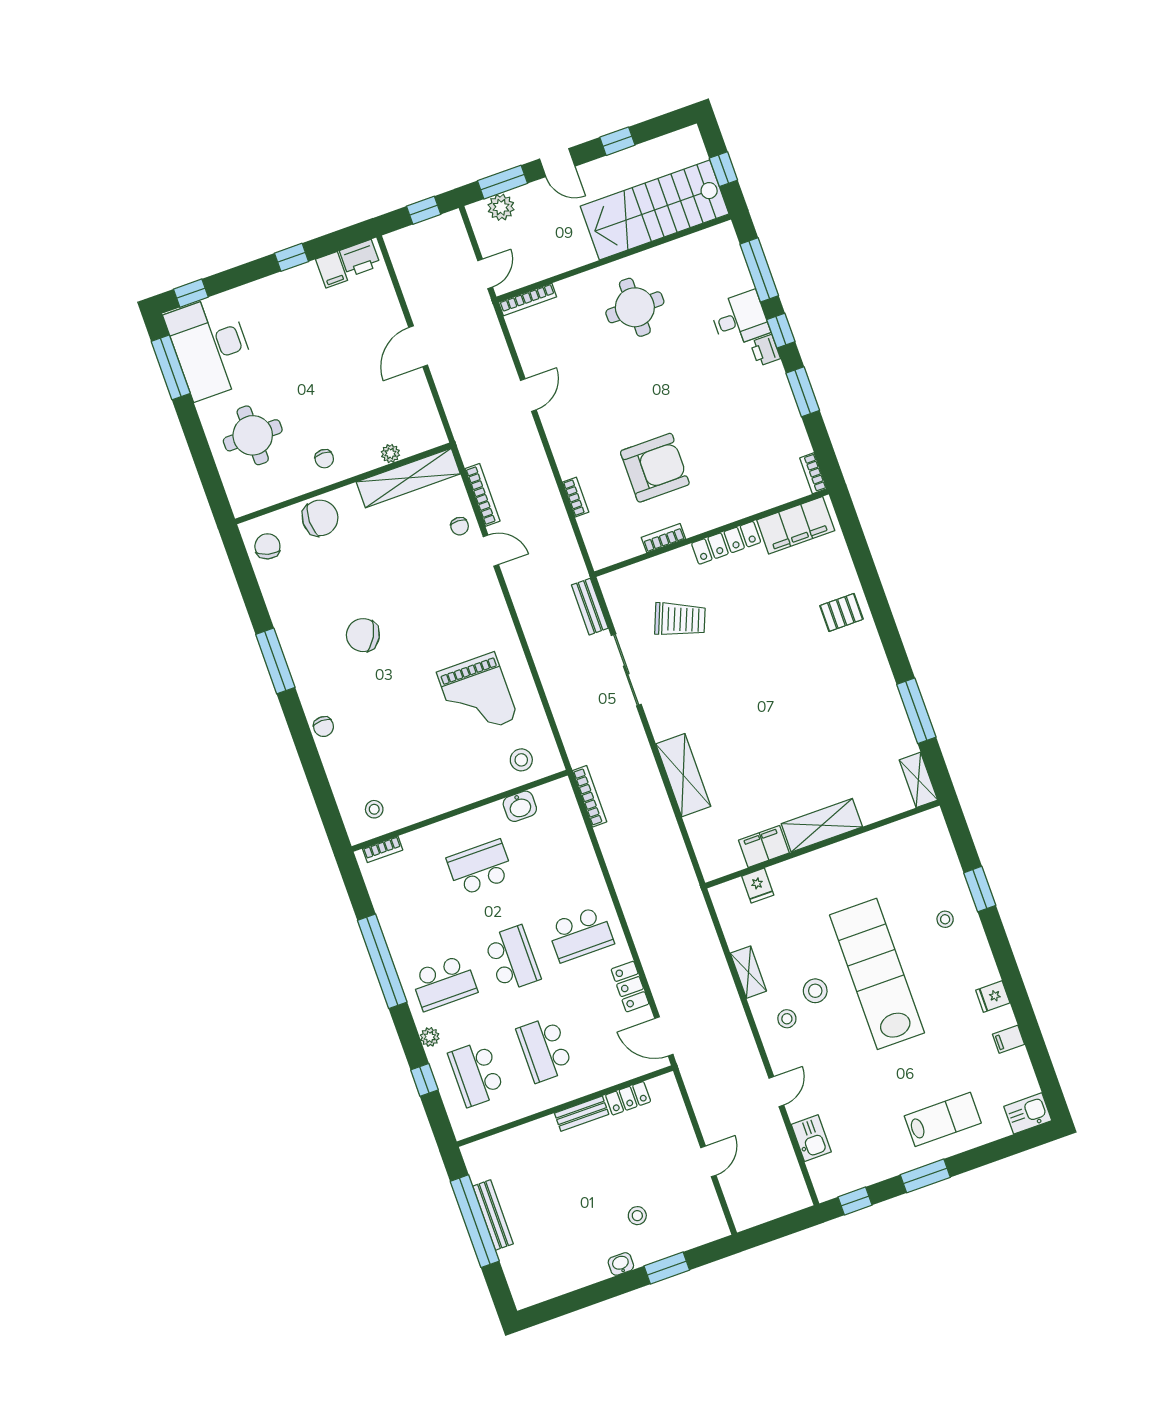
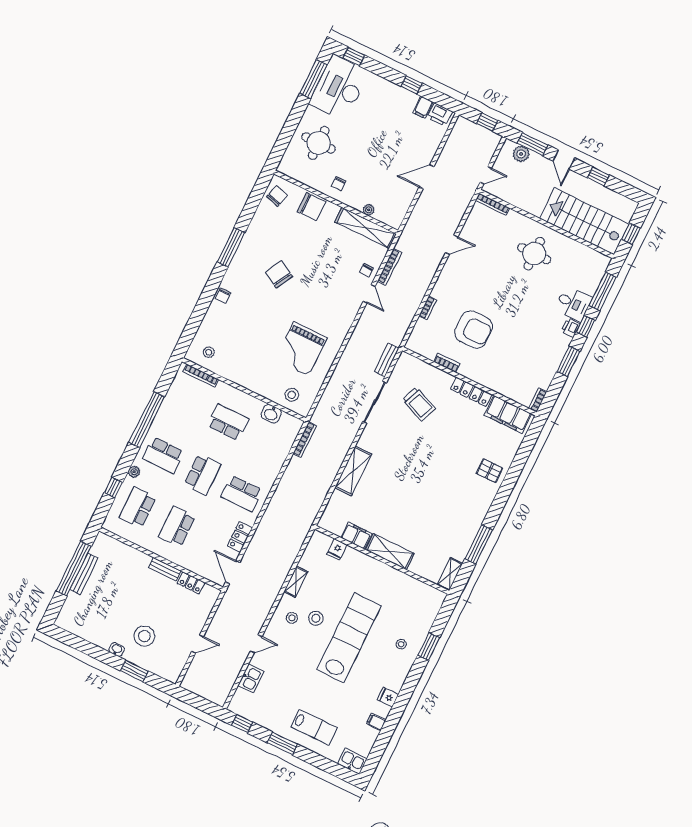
bookcase: (383, 849) -> (201, 376), width x1.56
stool: (637, 1216) -> (144, 636), width x1.89, depth x1.89

